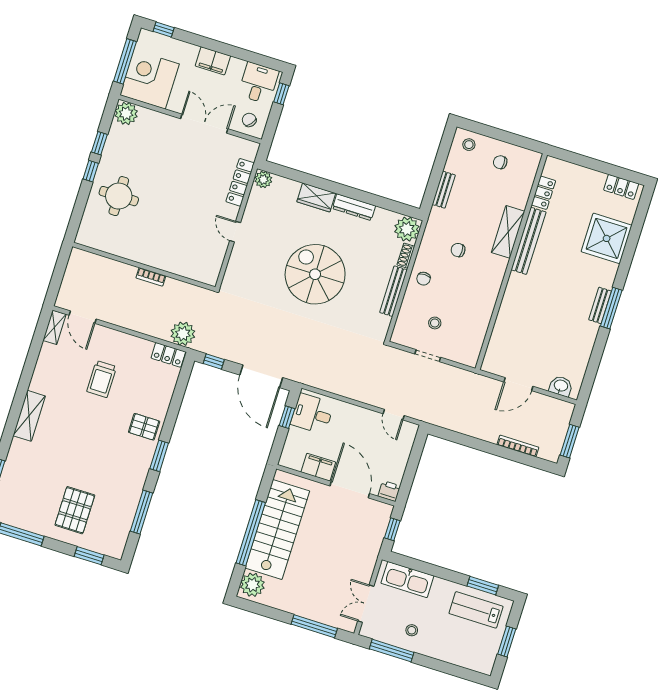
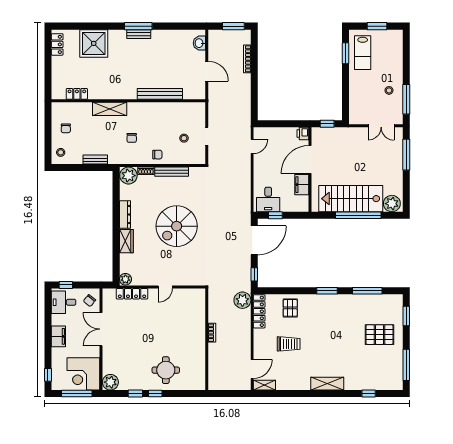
bench: (528, 241) -> (160, 94), moved
locker: (168, 355) -> (259, 311), width x1.53
pallet: (144, 427) -> (290, 308), moved
kitchen sink: (407, 580) -> (357, 104), removed

